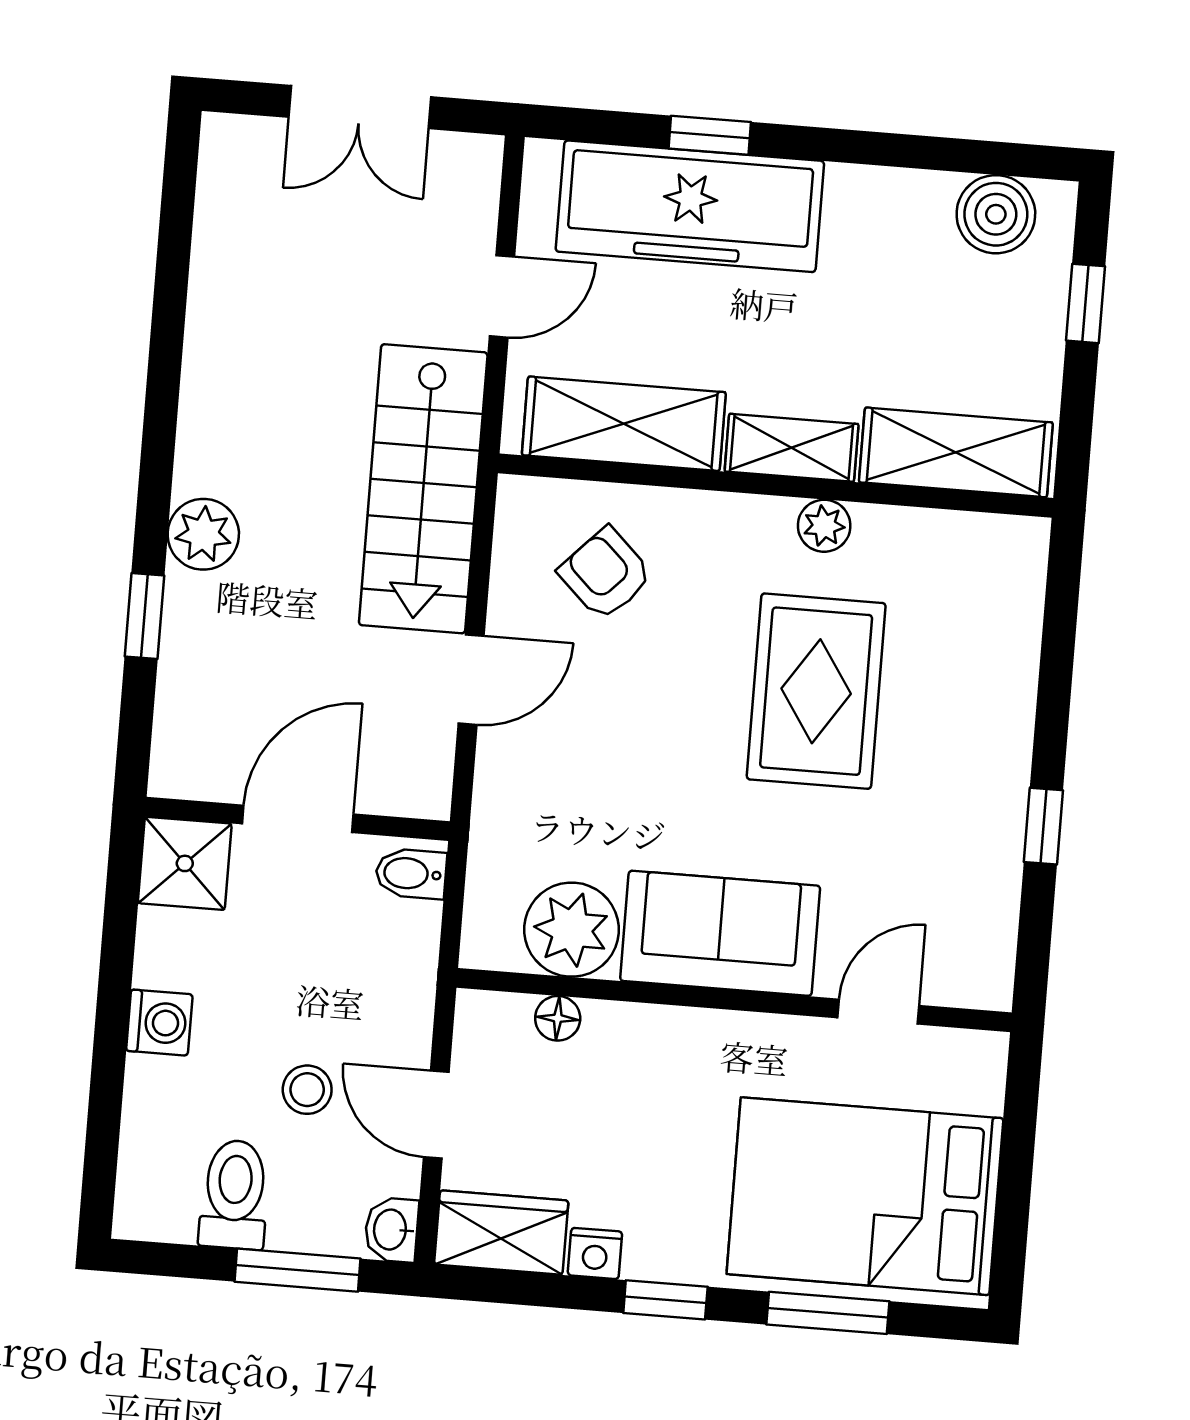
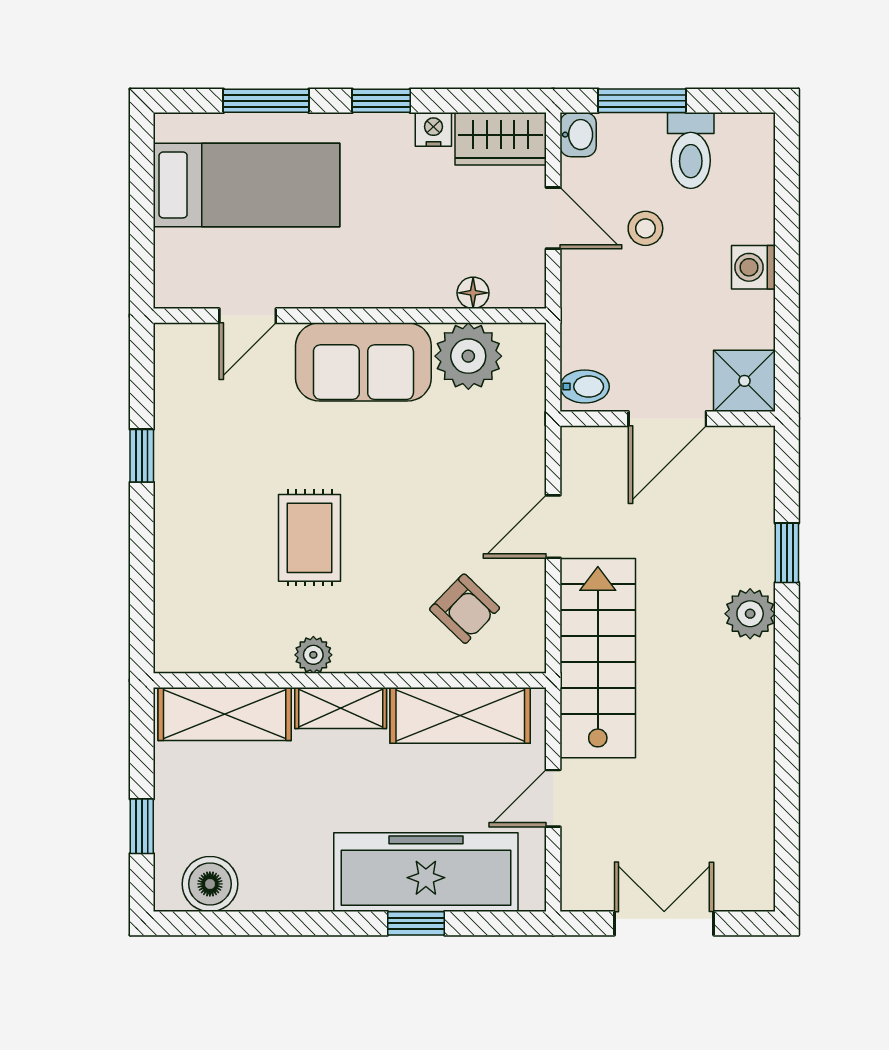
rug: (816, 691) -> (310, 538), width x0.73, depth x0.70
bed: (865, 1196) -> (247, 185), width x0.67

